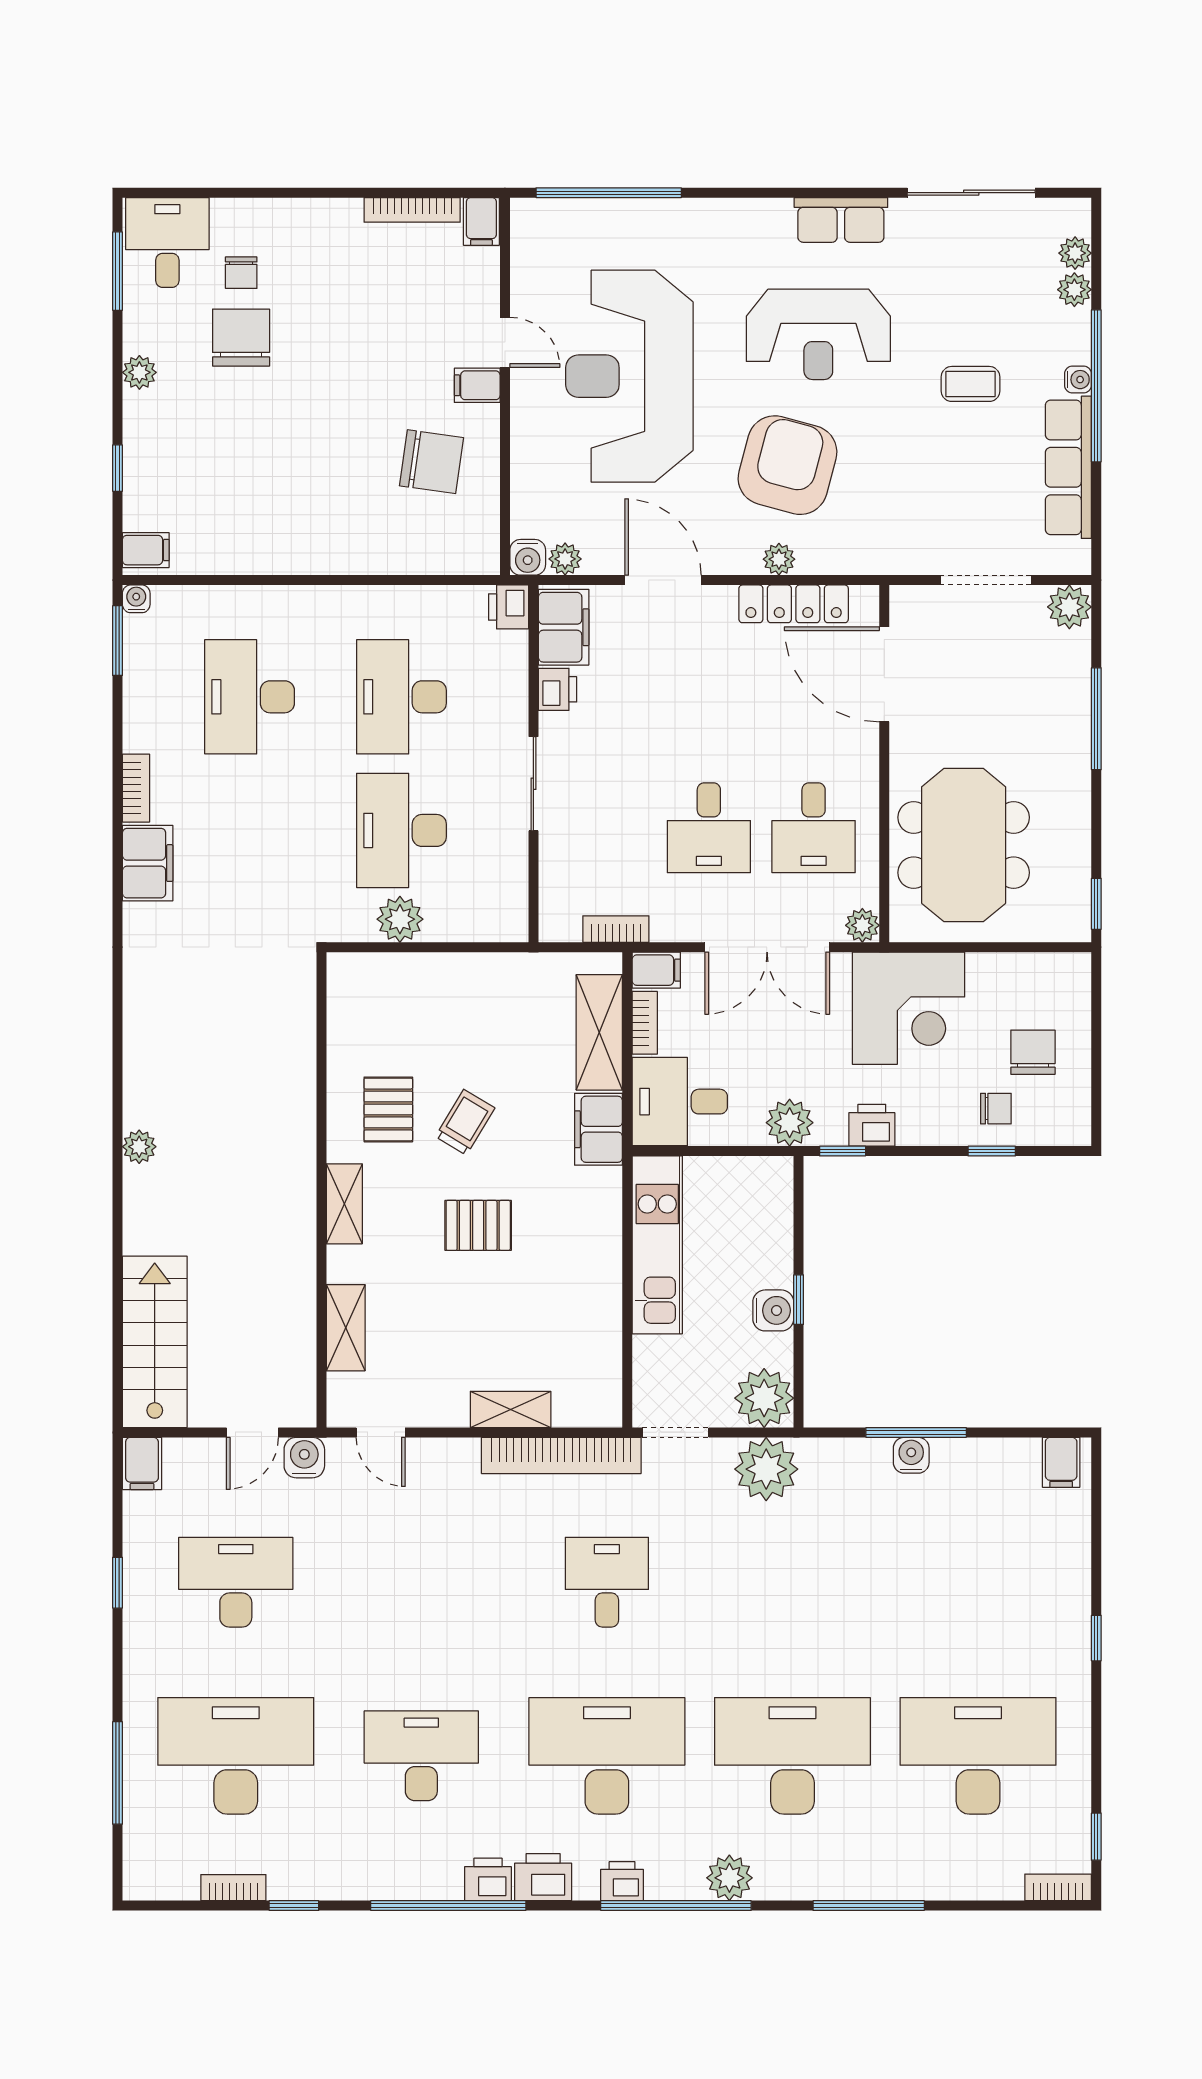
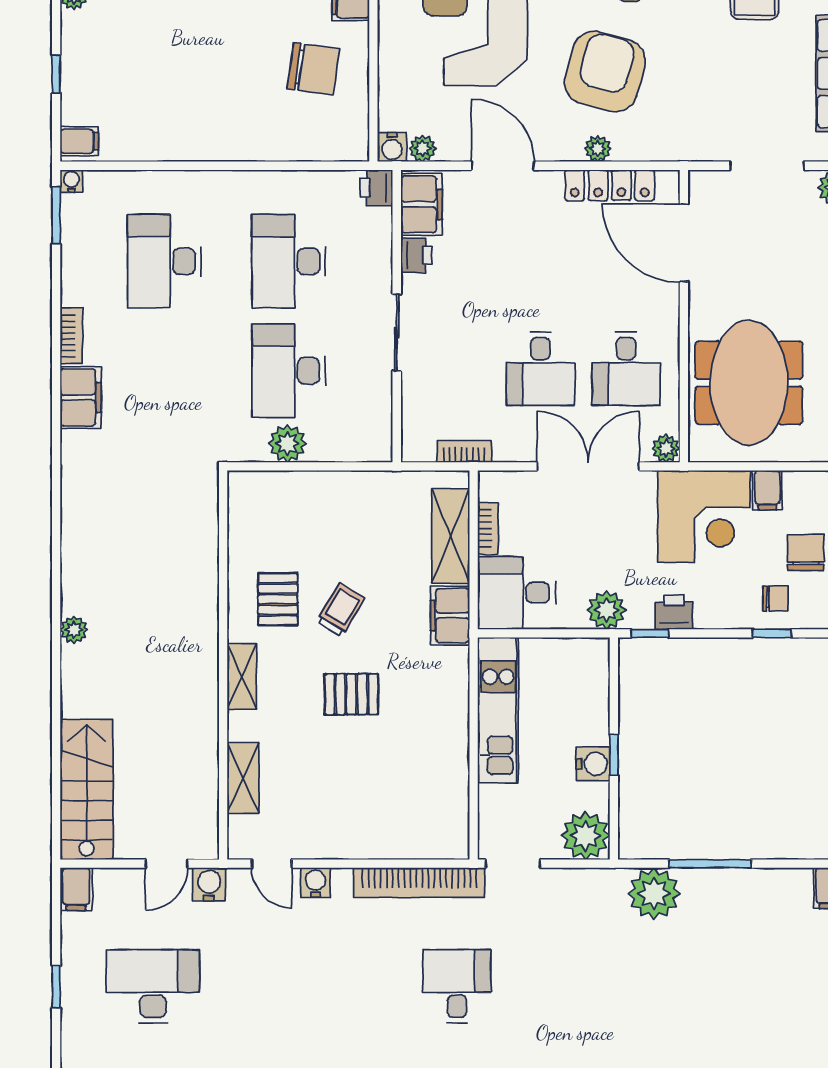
double door: (767, 947) -> (588, 466), swing flipped
filing cabinet: (656, 970) -> (767, 490), moved, turned 90
shelving: (511, 1409) -> (378, 845), removed
water cooler: (911, 1455) -> (315, 882), moved
plant: (766, 1469) -> (654, 894), moved

